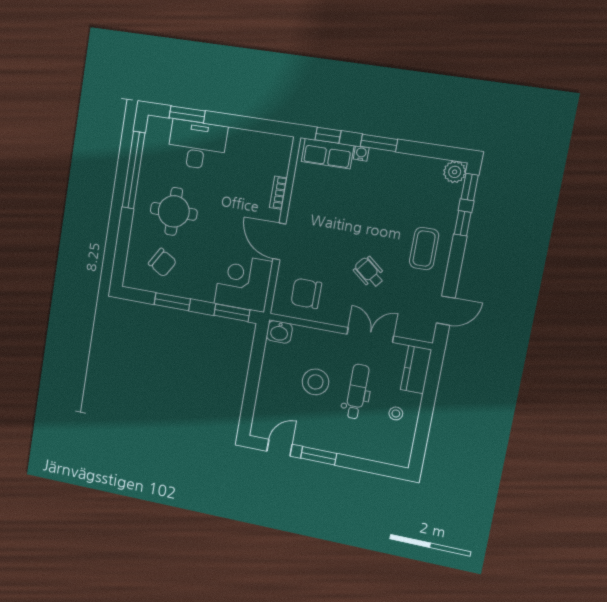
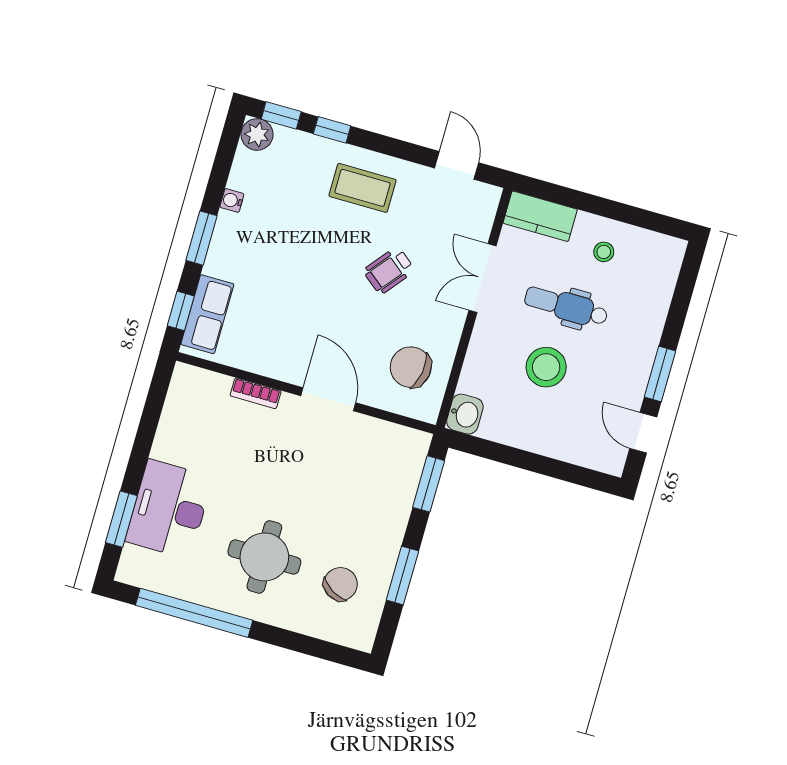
water cooler: (361, 153) -> (232, 200), moved
door: (279, 241) -> (328, 399), swing flipped
corner desk: (243, 283) -> (385, 461), removed
chair: (306, 293) -> (411, 367), turned 99

